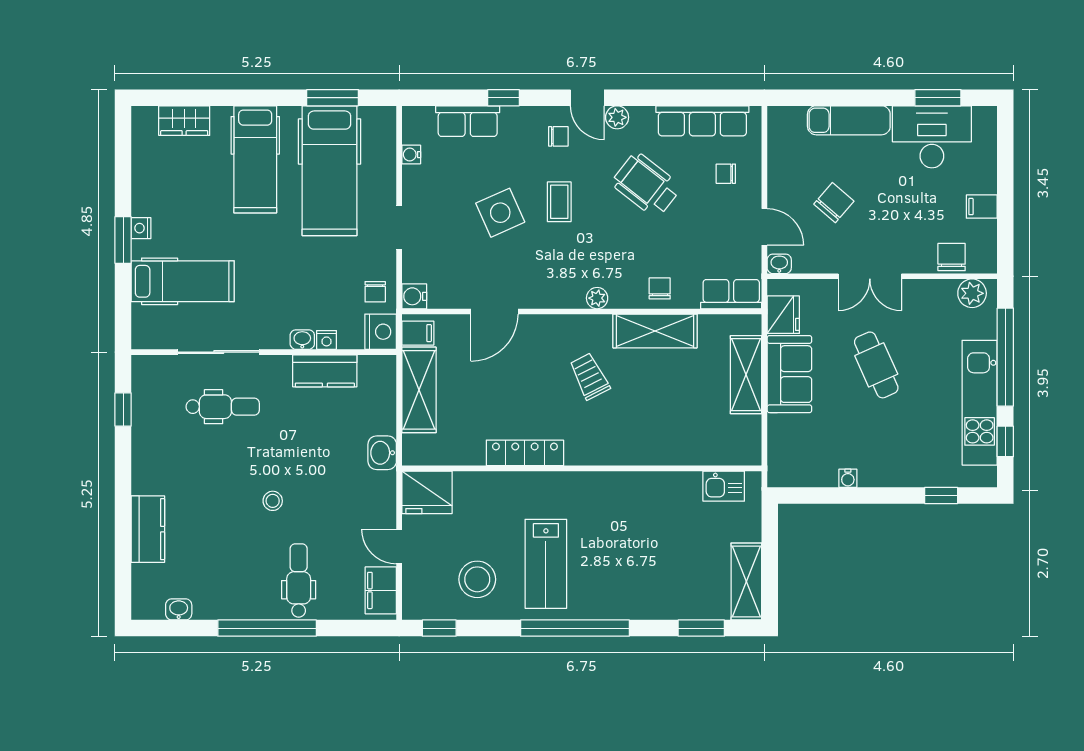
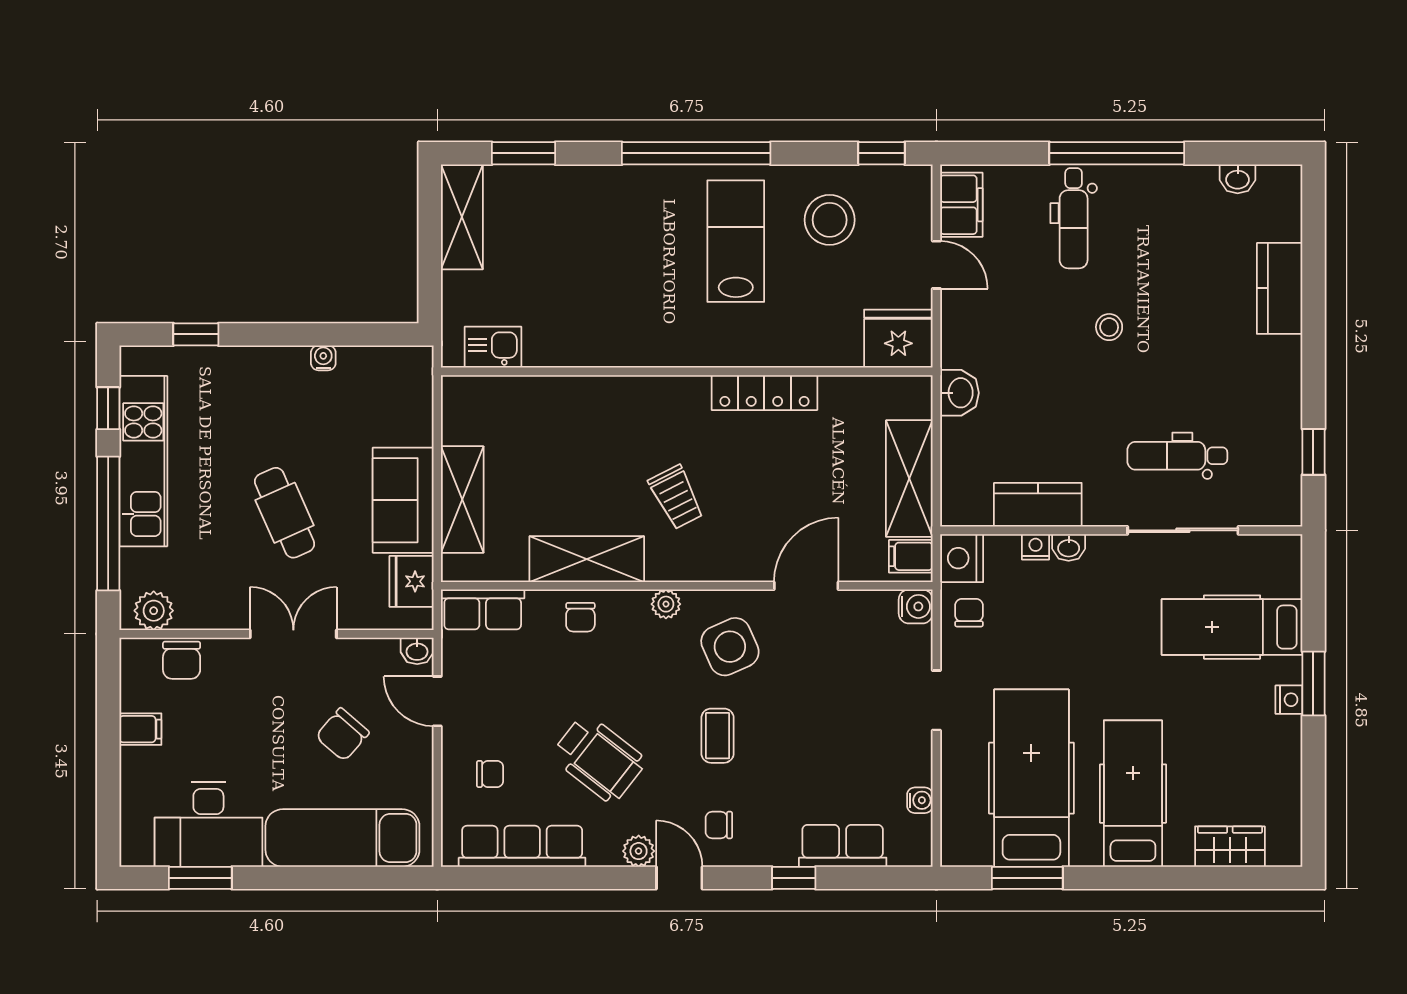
exam couch: (849, 120) -> (342, 838), width x1.36, depth x1.45
side table: (500, 213) -> (730, 647), moved

